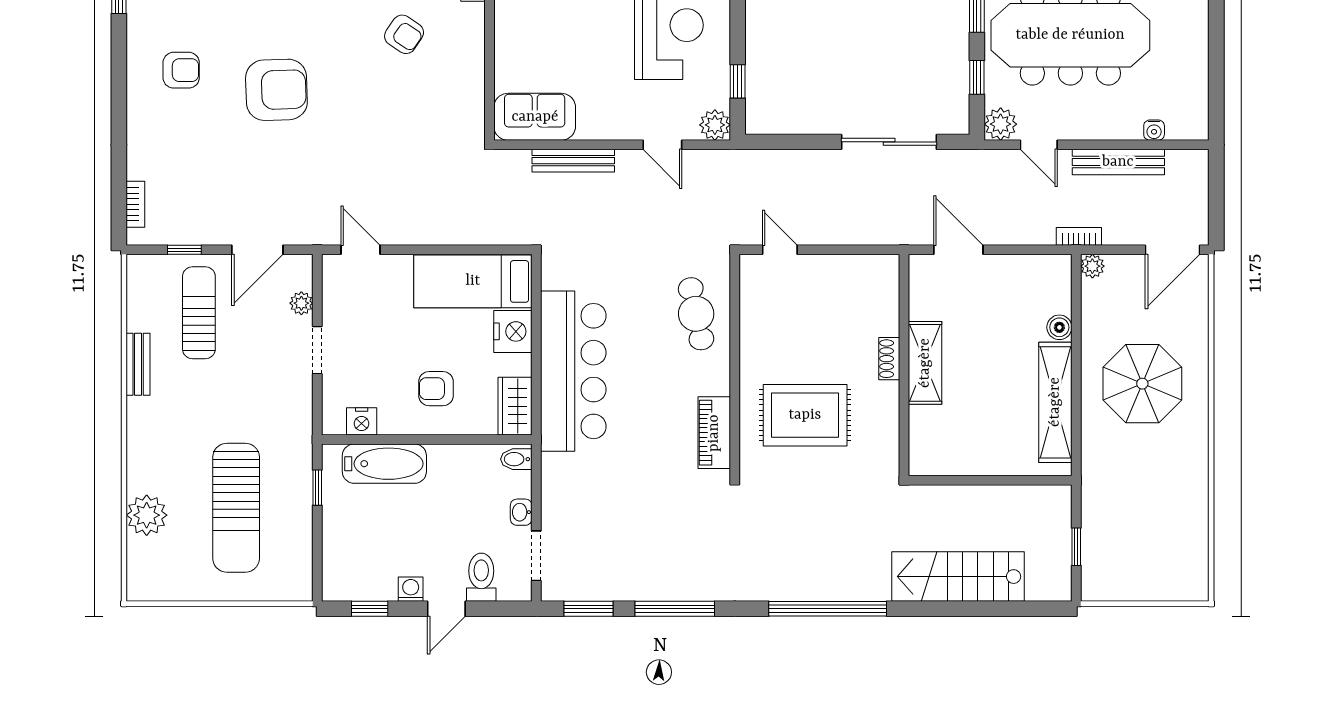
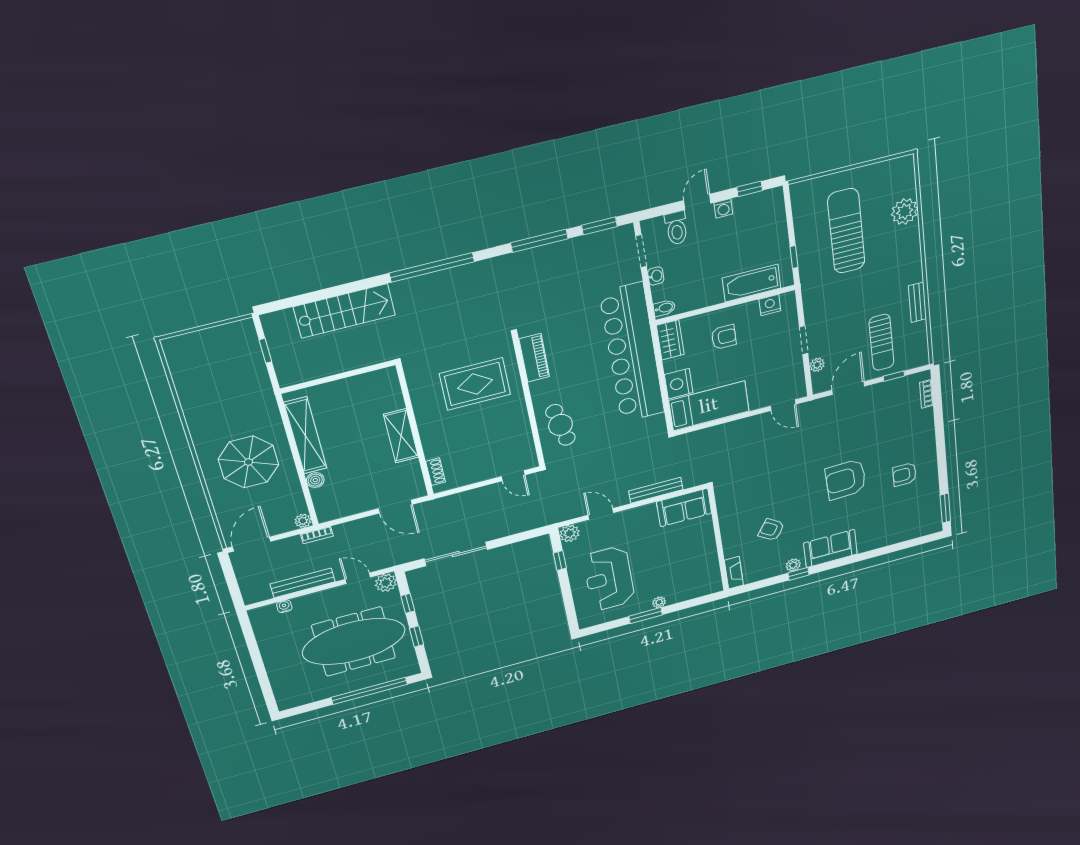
shoe rack: (889, 359) -> (436, 472), moved
bar counter: (573, 371) -> (632, 353), width x1.36

